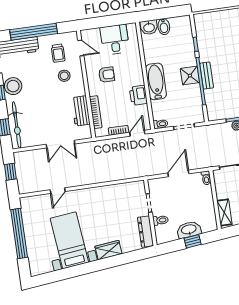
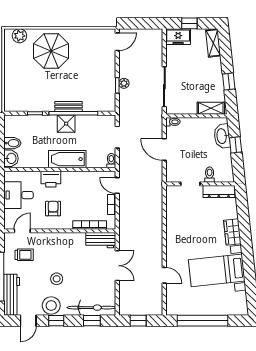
stool: (64, 76) -> (57, 279), moved
printer: (138, 95) -> (51, 179), moved
workbench: (81, 111) -> (101, 240), moved
washbasin: (189, 230) -> (222, 136), moved

